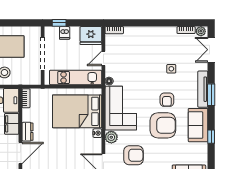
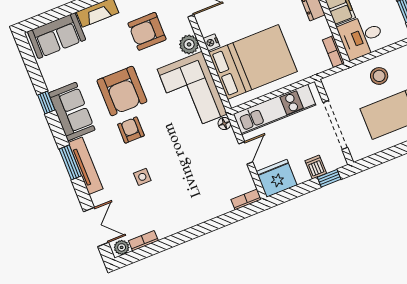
armchair: (163, 125) -> (122, 91), turned -90

